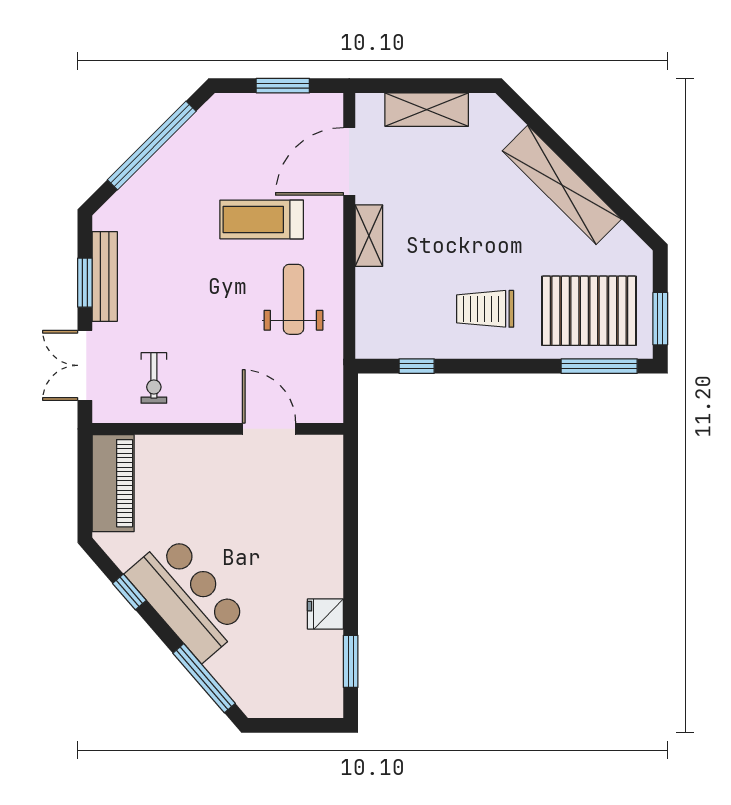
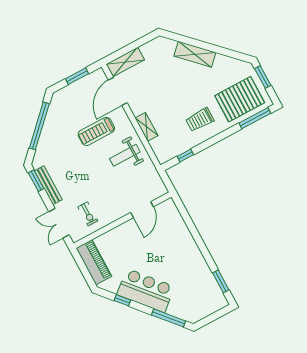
shelving: (427, 110) -> (125, 62), moved
shelving: (562, 185) -> (195, 54), width x0.68
shelving: (369, 236) -> (146, 127), moved
window: (85, 283) -> (36, 181), moved
weight bench: (293, 299) -> (125, 155), turned -90
window: (660, 319) -> (263, 77), moved
door: (269, 429) -> (142, 210), swing flipped
fridge: (325, 614) -> (201, 269), removed

